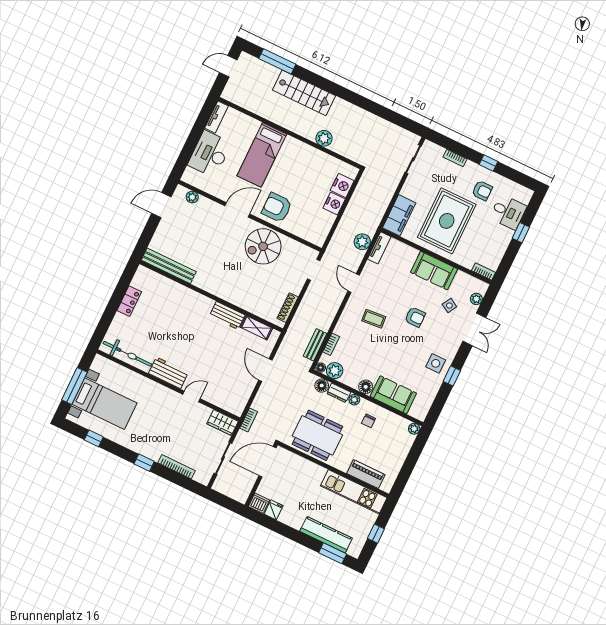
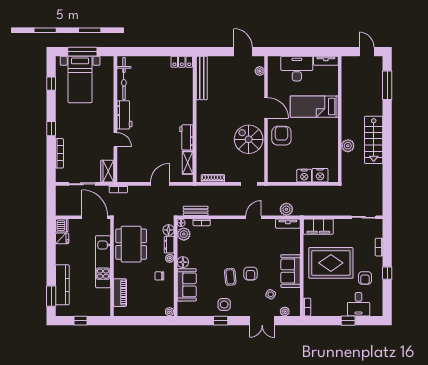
stairs: (304, 93) -> (374, 140), moved
locker: (129, 301) -> (182, 62), moved
coffee table: (374, 319) -> (230, 277), moved
kitchen unit: (354, 492) -> (103, 262), moved

